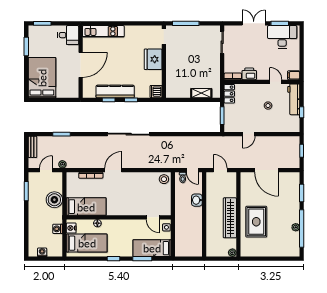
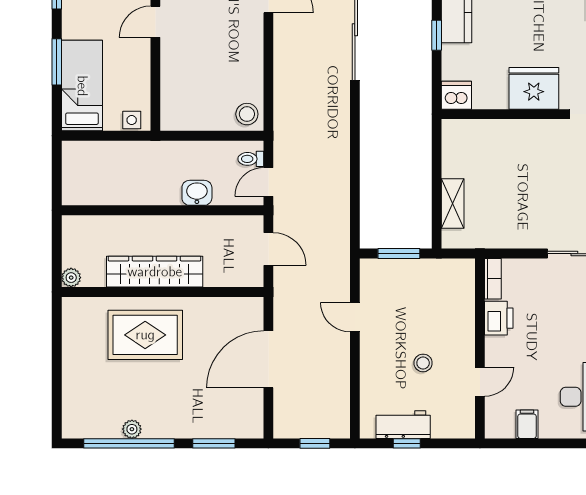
filing cabinet: (294, 75) -> (527, 424), moved
locker: (229, 94) -> (451, 270), removed
workbench: (294, 99) -> (403, 425), moved, width x0.73
door: (220, 170) -> (268, 249), hinge flipped
door: (153, 217) -> (155, 22), moved

